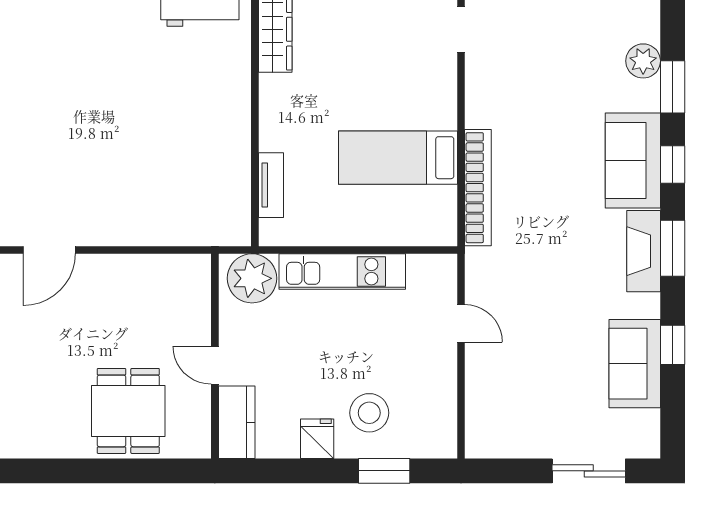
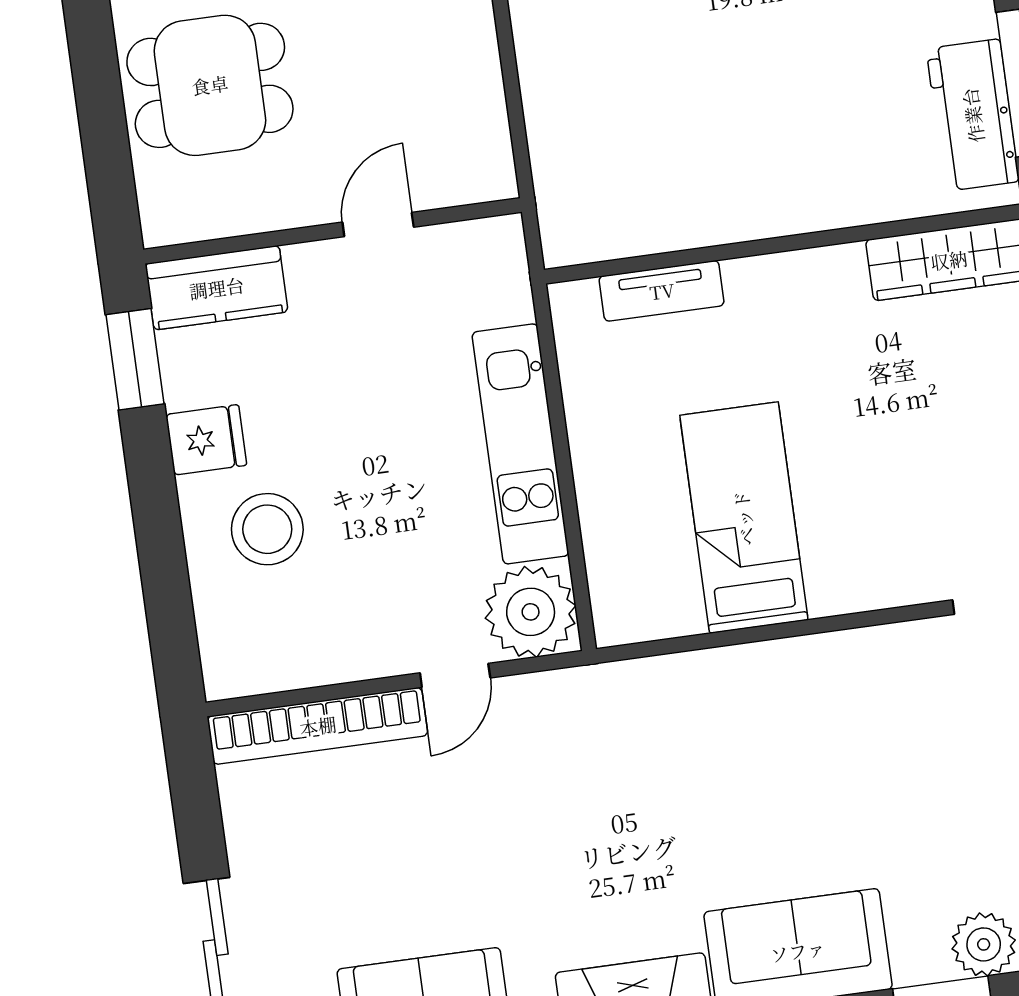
bookcase: (478, 188) -> (318, 726), moved
plant: (252, 278) -> (531, 612), moved
door: (215, 365) -> (378, 225), moved
window: (384, 471) -> (135, 359), moved

